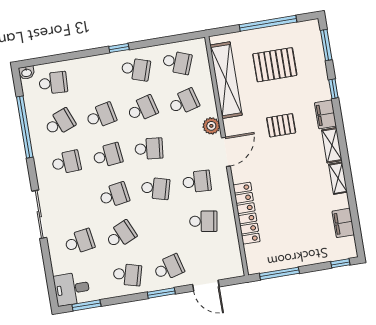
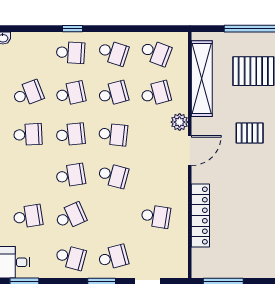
window: (119, 48) -> (72, 29), moved
school desk: (53, 83) -> (70, 53), moved
school desk: (197, 182) -> (156, 175), removed

